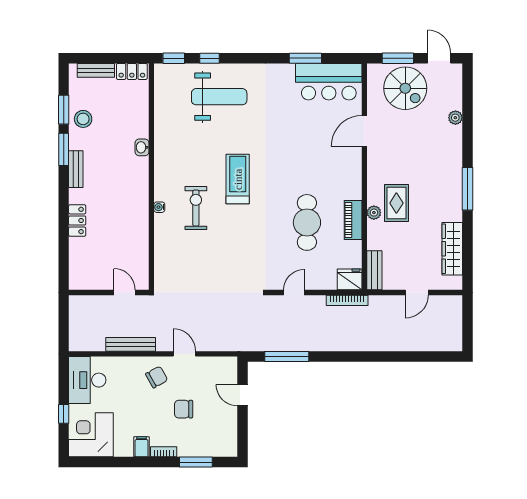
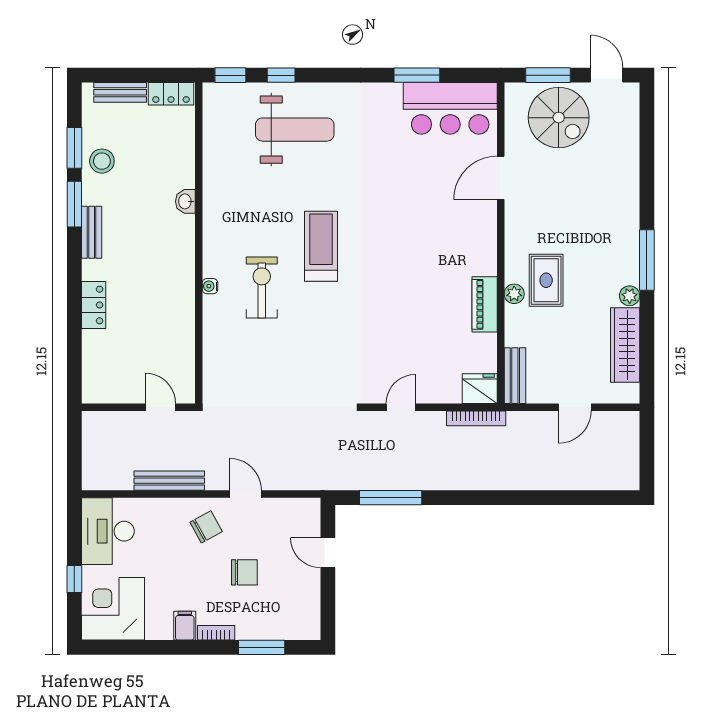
plant: (455, 118) -> (630, 296), moved
cafe table: (307, 222) -> (419, 308), removed
chair: (184, 409) -> (244, 572), turned 180

